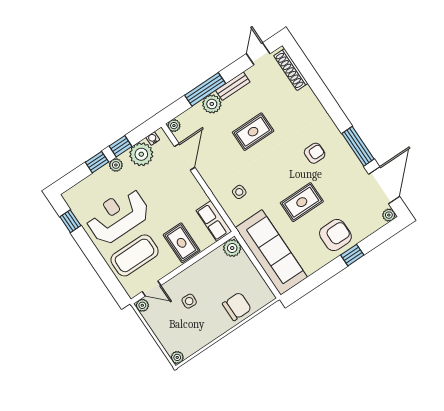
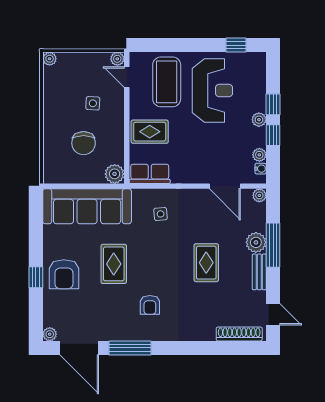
plant: (141, 154) -> (259, 155), width x0.53, depth x0.53
door: (151, 289) -> (127, 77), hinge flipped
chair: (237, 306) -> (84, 143), moved

